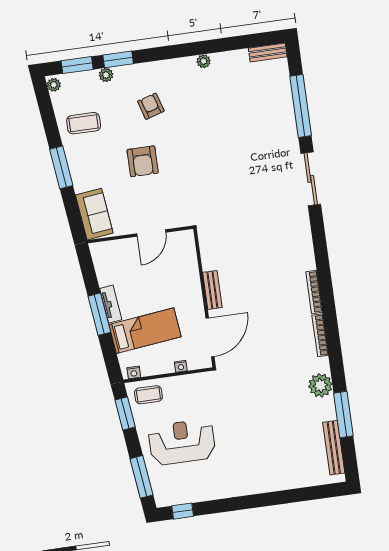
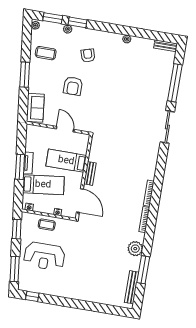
door: (151, 233) -> (65, 129), swing flipped
bed: (169, 282) -> (66, 161), added
door: (210, 337) -> (80, 201), hinge flipped
coffee table: (148, 395) -> (47, 225), moved
reception desk: (182, 442) -> (44, 256), turned 180

